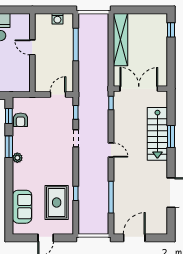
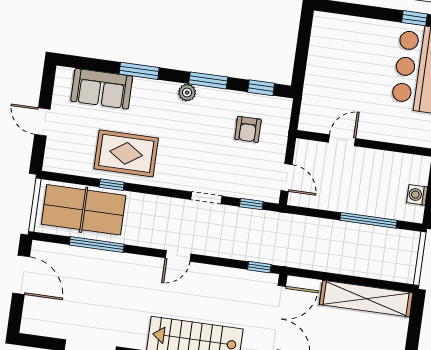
door: (32, 47) -> (342, 140), moved
armchair: (21, 120) -> (248, 129), moved, turned -90
window: (9, 187) -> (139, 71), added
rug: (57, 202) -> (126, 153), moved
table tennis table: (92, 207) -> (84, 210), added

